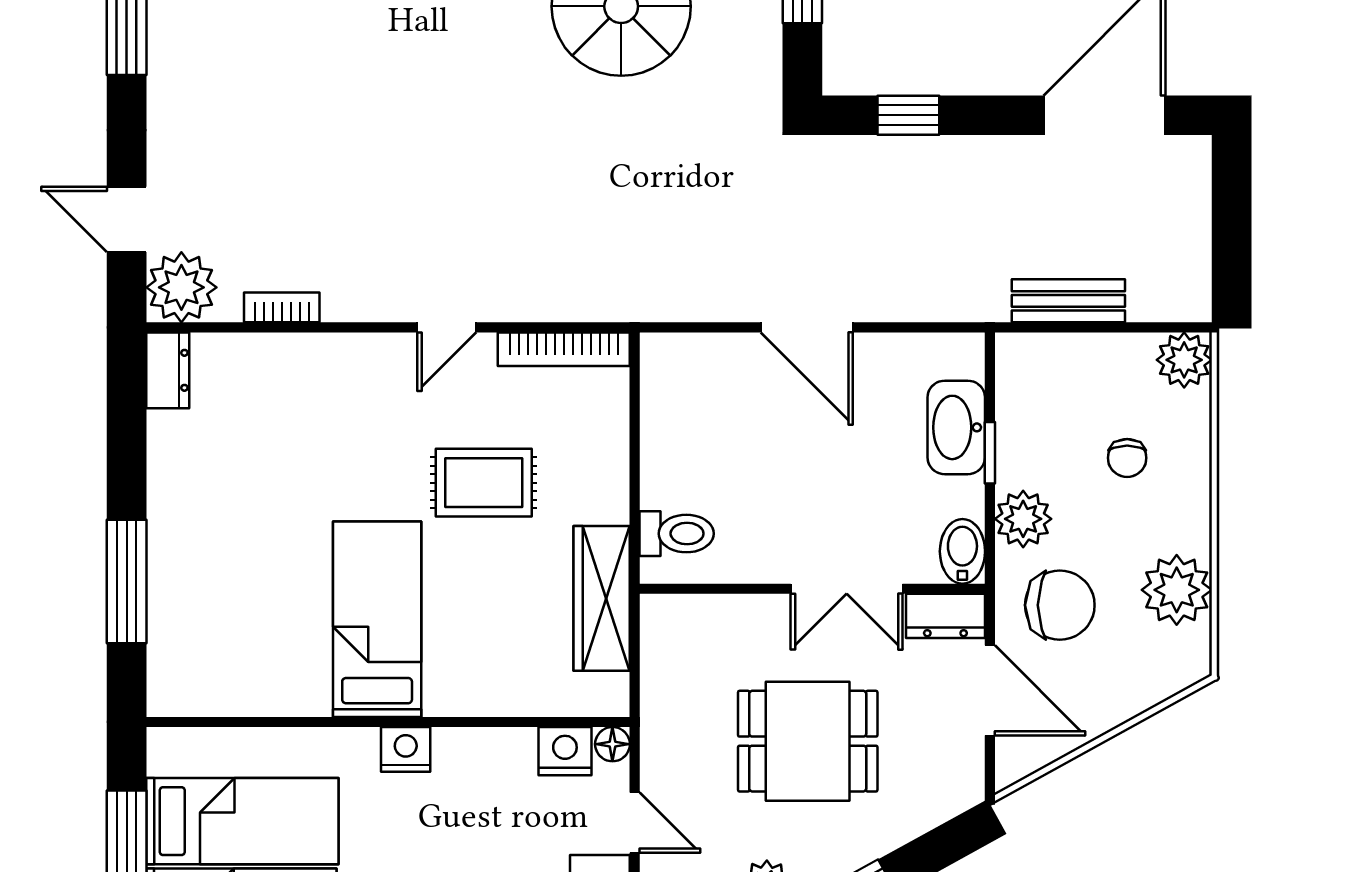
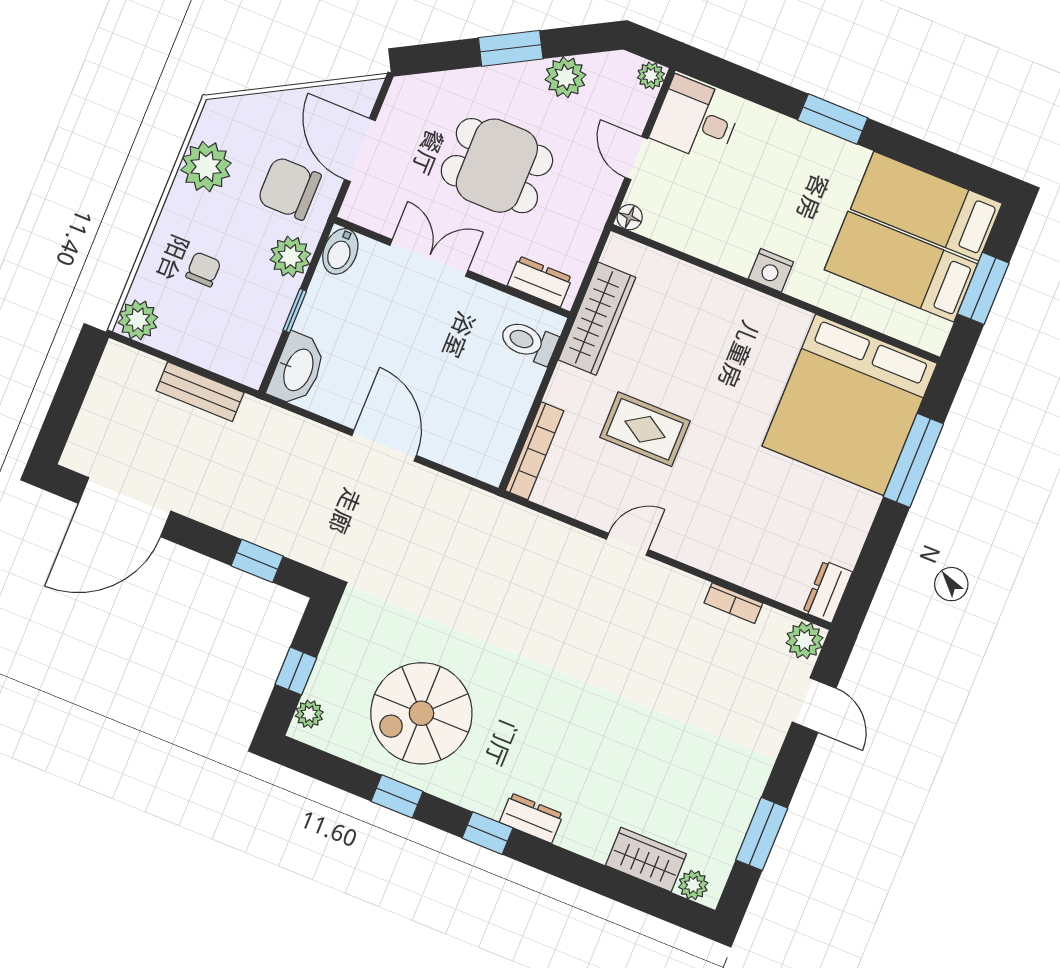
plant: (181, 287) -> (805, 640), width x0.73, depth x0.73
bookcase: (564, 349) -> (534, 451), moved, turned 90
washbasin: (956, 427) -> (297, 369), moved
dresser: (945, 616) -> (540, 282), moved
bed: (377, 619) -> (850, 405), moved, width x2.04
nightstand: (565, 751) -> (664, 225), removed

